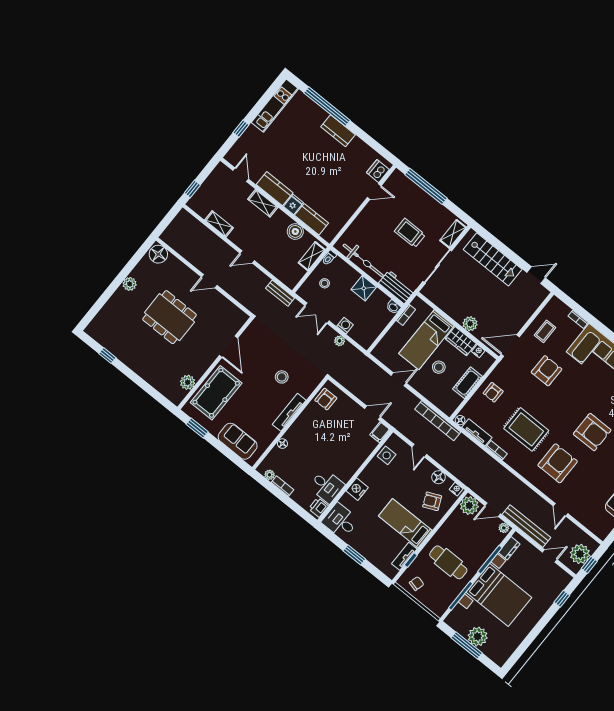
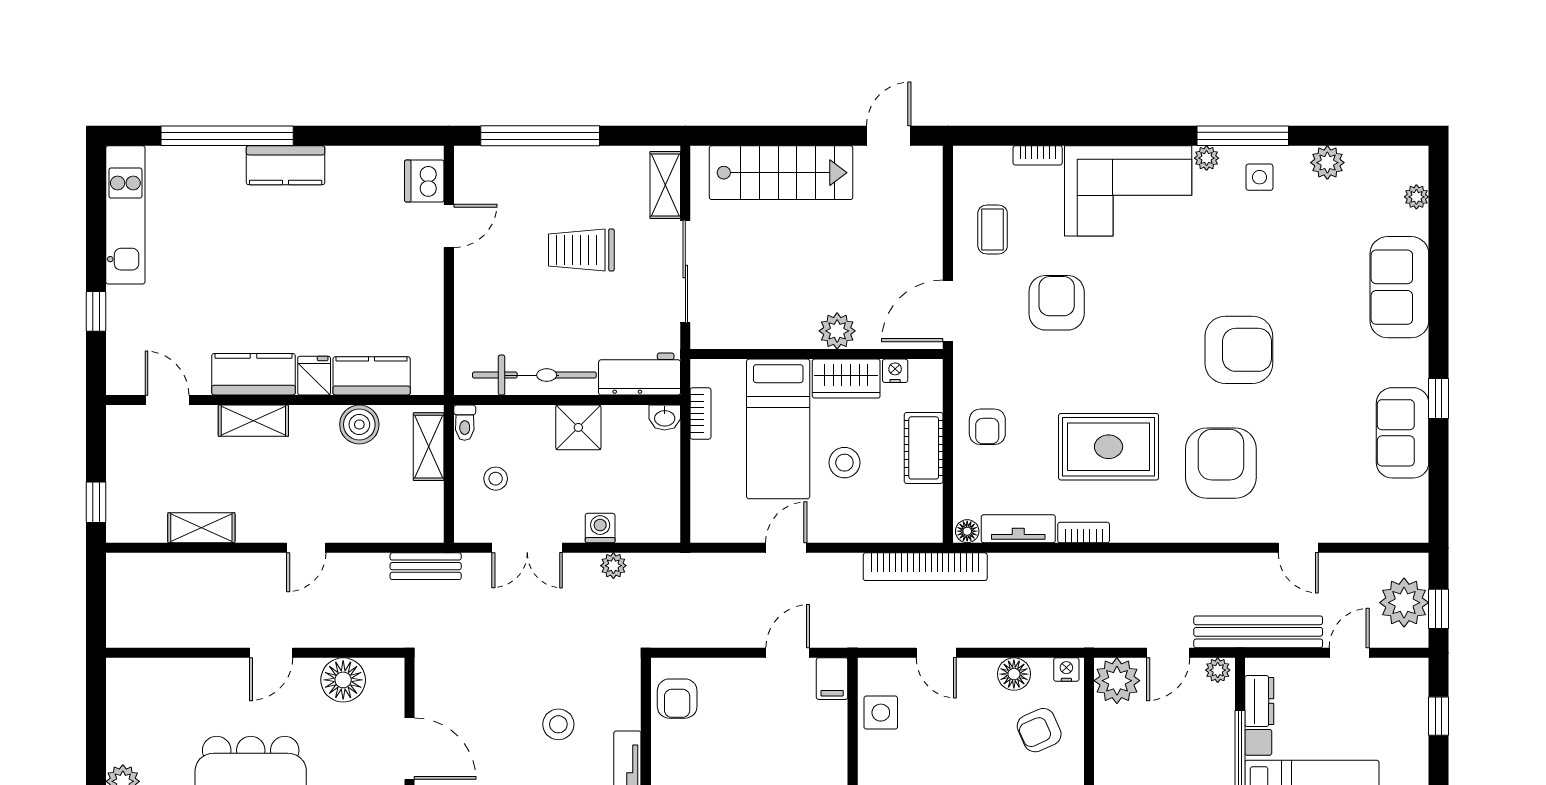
floor lamp: (158, 254) -> (343, 680), moved

